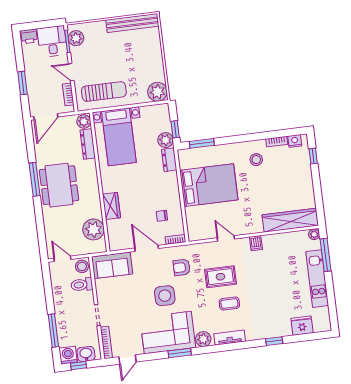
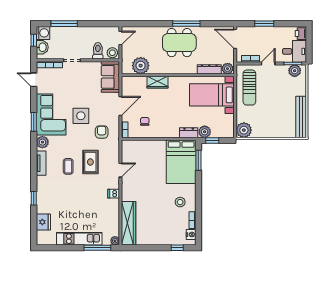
bed: (209, 185) -> (181, 162), moved

